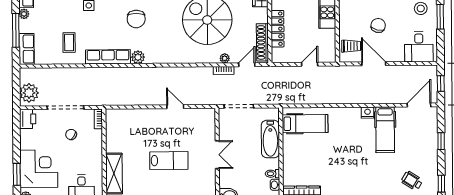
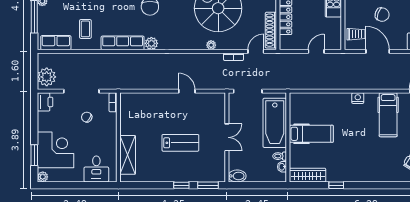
chair: (378, 25) -> (382, 15), turned 94
row of seats: (27, 49) -> (56, 43), moved, turned -90
plant: (225, 58) -> (211, 45), moved
nightstand: (368, 113) -> (358, 98), moved
hospital bed: (305, 124) -> (311, 134), moved
bathtub: (270, 139) -> (275, 123), width x1.36, depth x1.36

